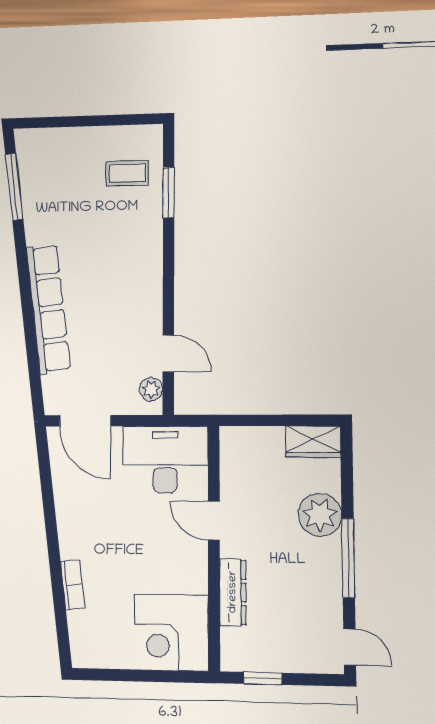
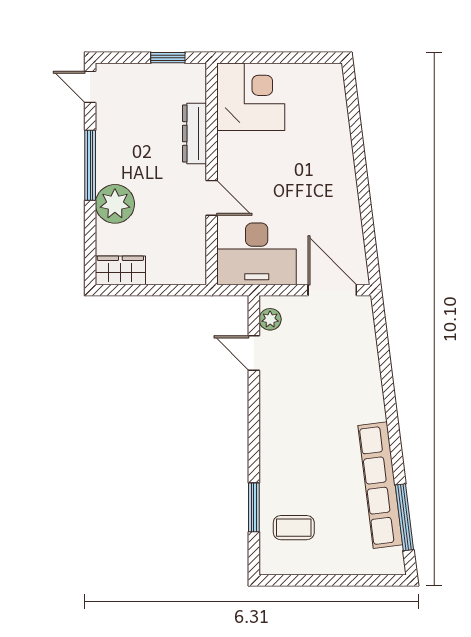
row of seats: (48, 309) -> (380, 485), moved
bookcase: (73, 585) -> (343, 138), removed

